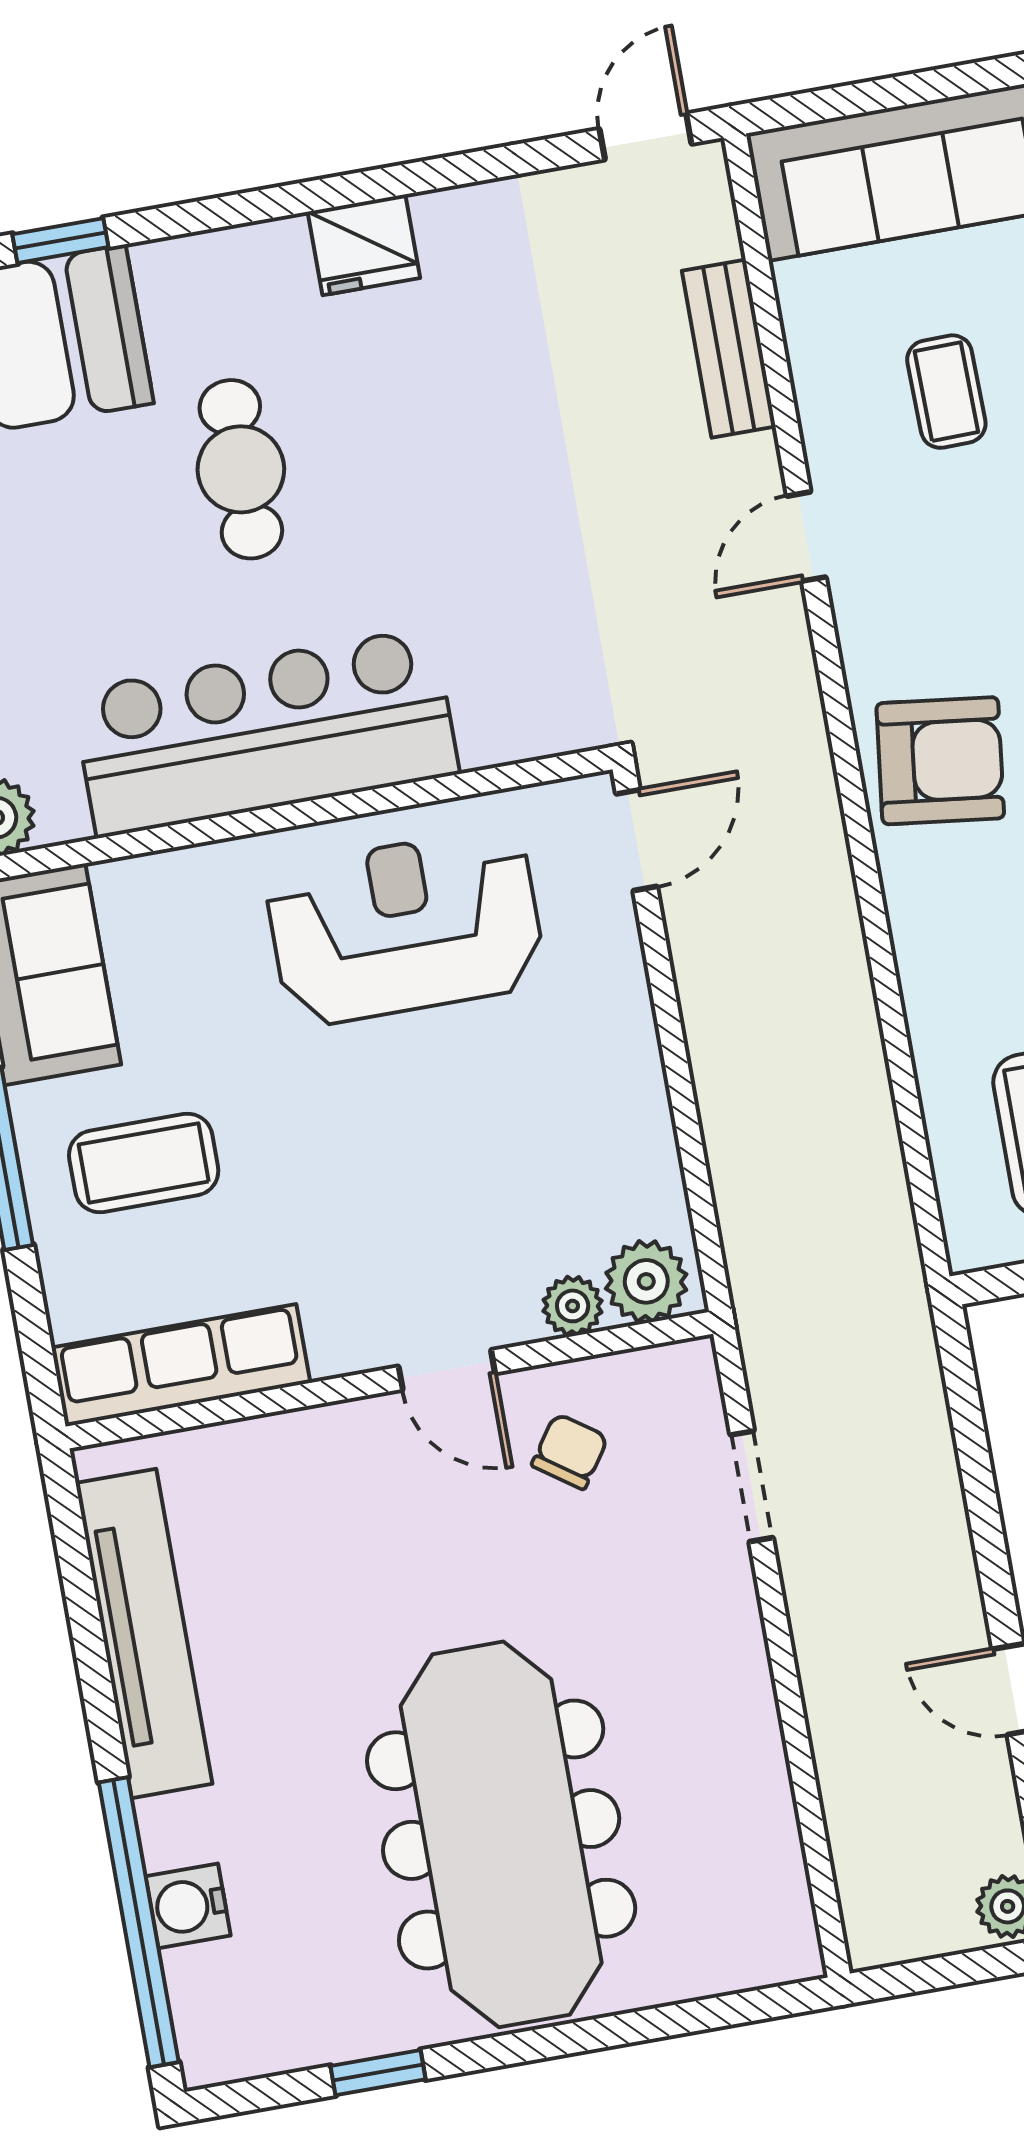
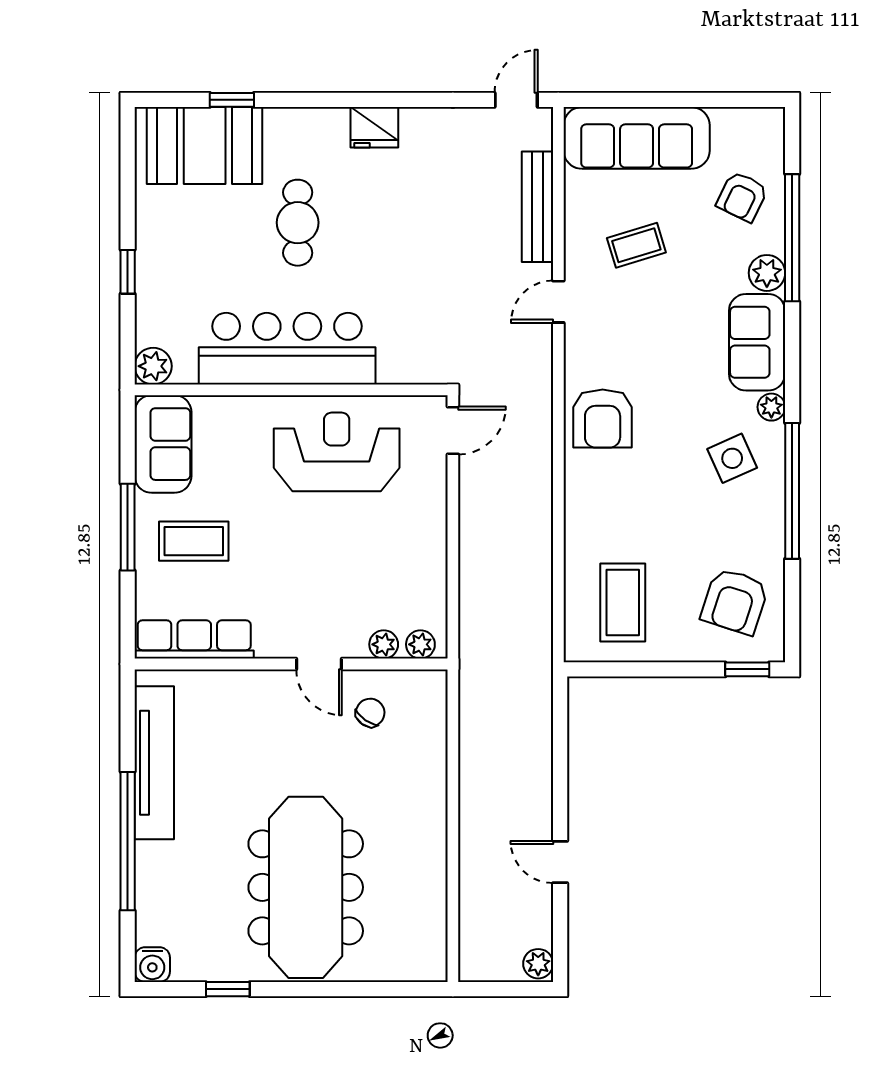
bench: (729, 349) -> (537, 207), width x1.36
coffee table: (946, 392) -> (636, 245), turned 74
armchair: (940, 761) -> (603, 419), turned 83
plant: (646, 1281) -> (420, 644), width x0.73, depth x0.73
doorway: (752, 1486) -> (453, 744), removed
water cooler: (188, 1906) -> (152, 965), moved, turned -90
window: (139, 1922) -> (128, 841), moved

